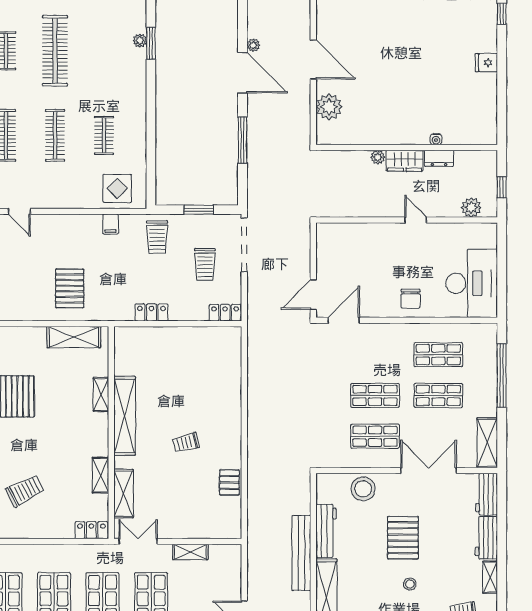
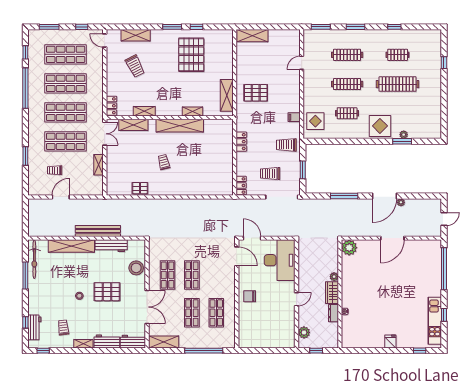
display table: (125, 80) -> (380, 126), added
plant: (329, 107) -> (349, 248), moved
desk: (472, 283) -> (280, 260), moved, turned -90

